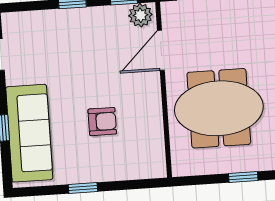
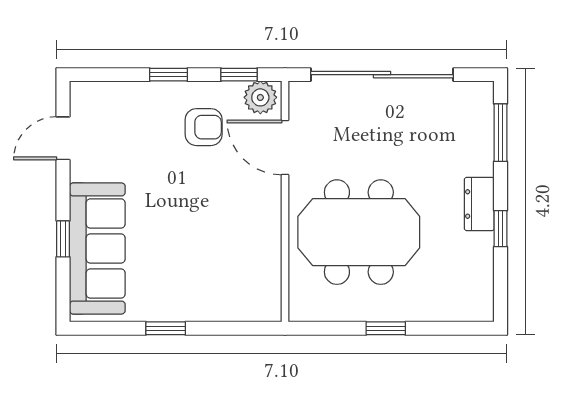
door: (161, 50) -> (285, 147), hinge flipped
armchair: (102, 122) -> (204, 127), moved

